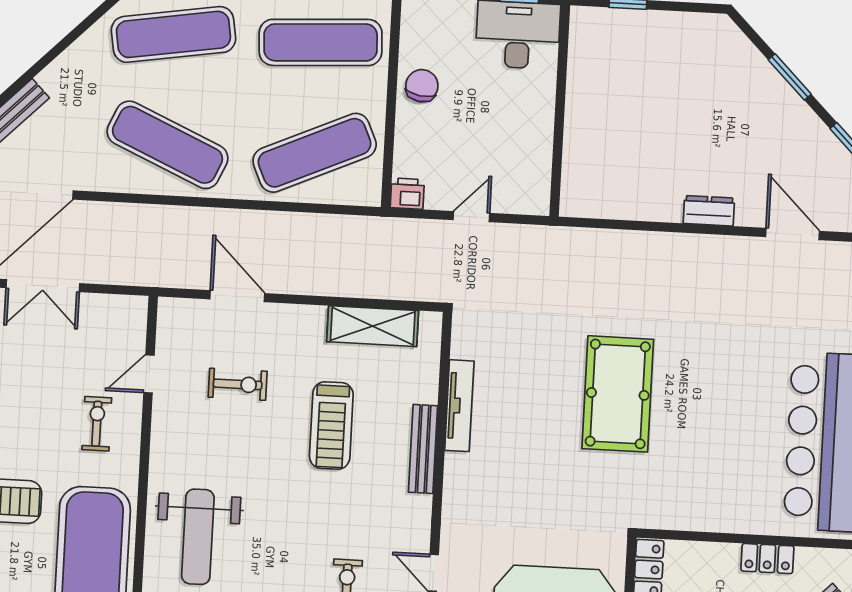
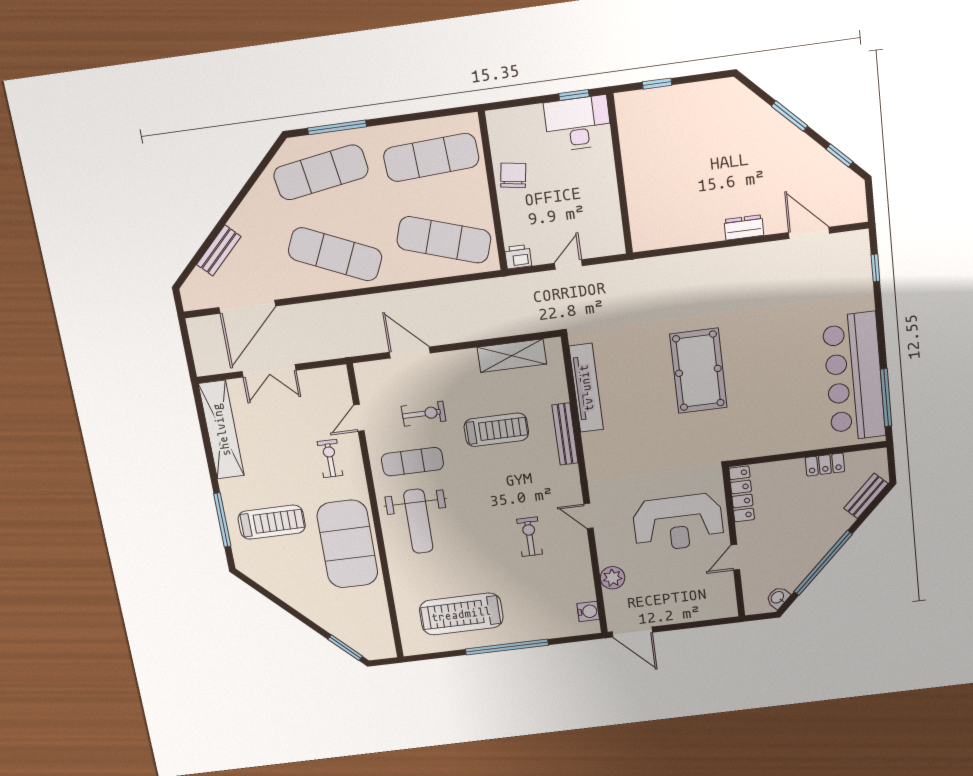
exercise mat: (315, 153) -> (444, 240), turned 42
tv unit: (459, 406) -> (586, 388), width x1.36, depth x1.29
treadmill: (331, 425) -> (496, 430), turned -90
exercise mat: (208, 449) -> (412, 462), added

